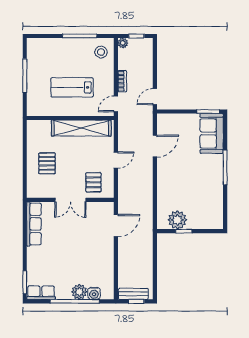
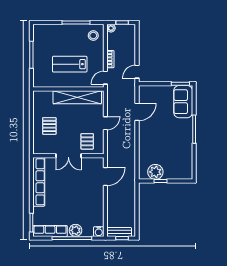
row of seats: (34, 224) -> (39, 182), width x1.36
row of seats: (41, 293) -> (50, 231), width x1.48
water cooler: (94, 293) -> (99, 232), moved

